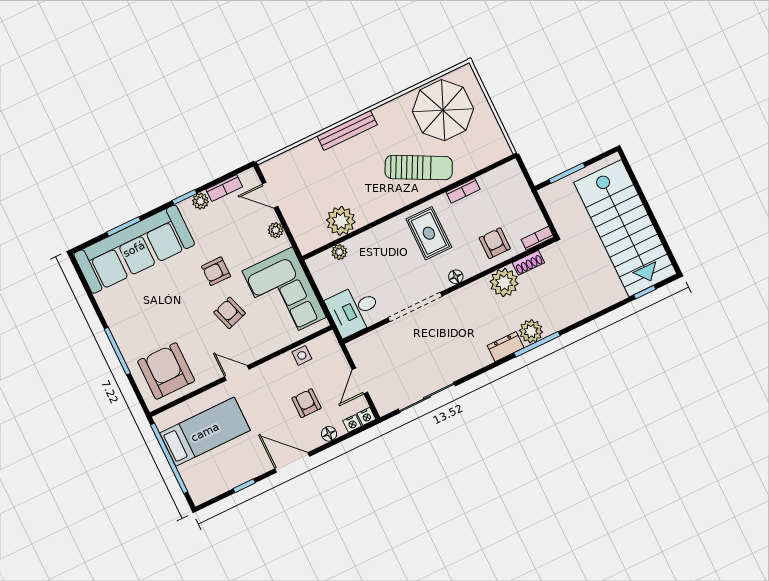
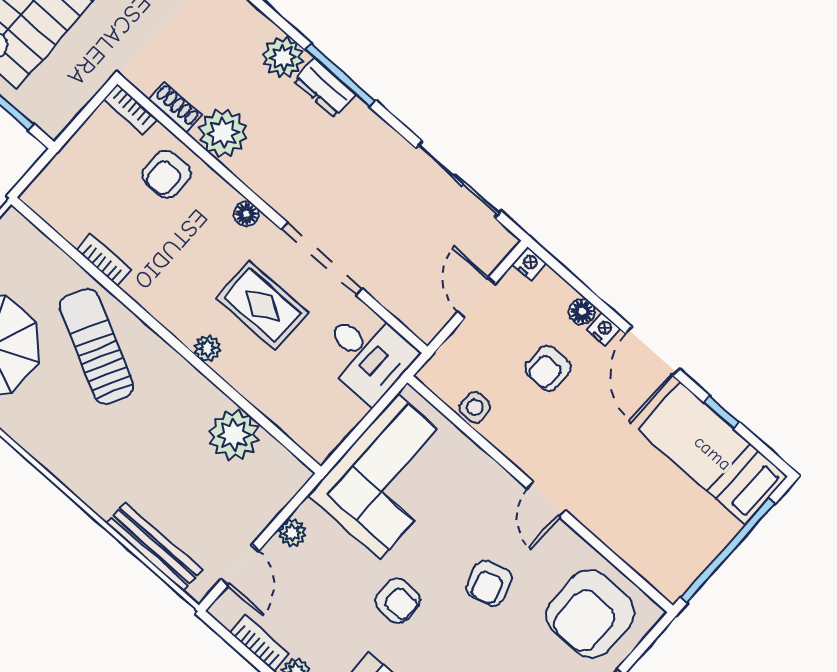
bench: (347, 130) -> (154, 547), moved
rug: (429, 233) -> (262, 306), moved, turned 90
plant: (339, 252) -> (207, 348), moved
armchair: (229, 313) -> (489, 583), moved
window: (537, 344) -> (341, 75), moved
door: (360, 381) -> (477, 297), swing flipped
nightstand: (352, 423) -> (604, 329), moved
bed: (205, 432) -> (713, 453), moved

